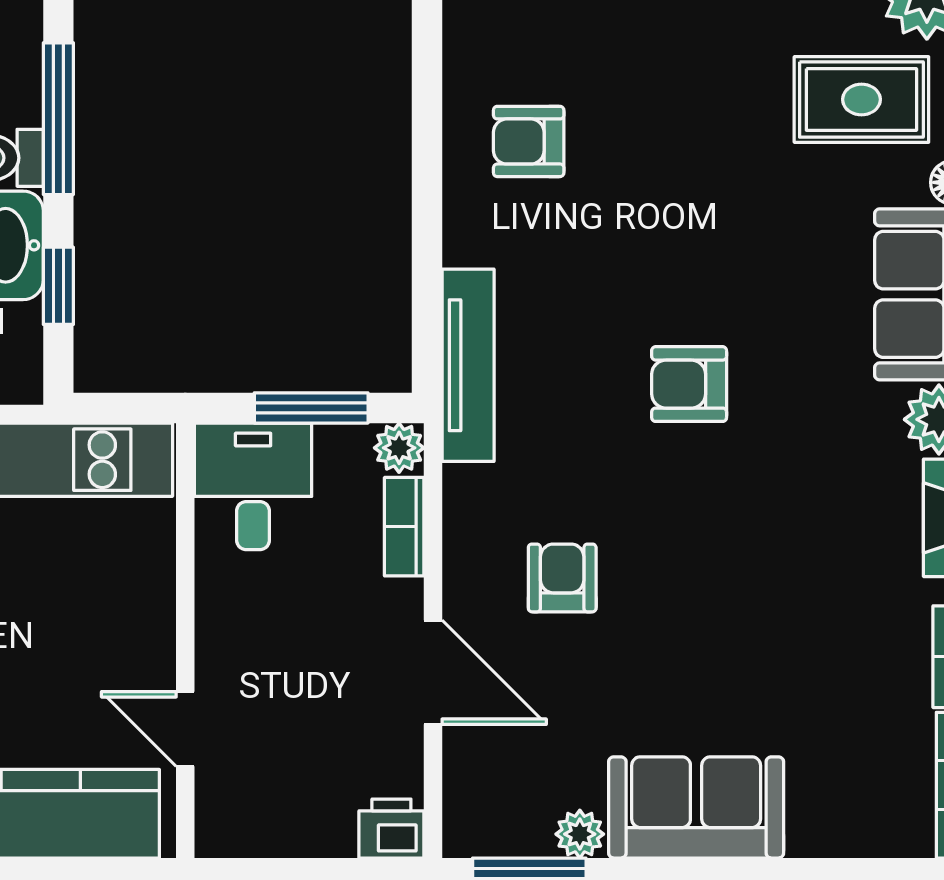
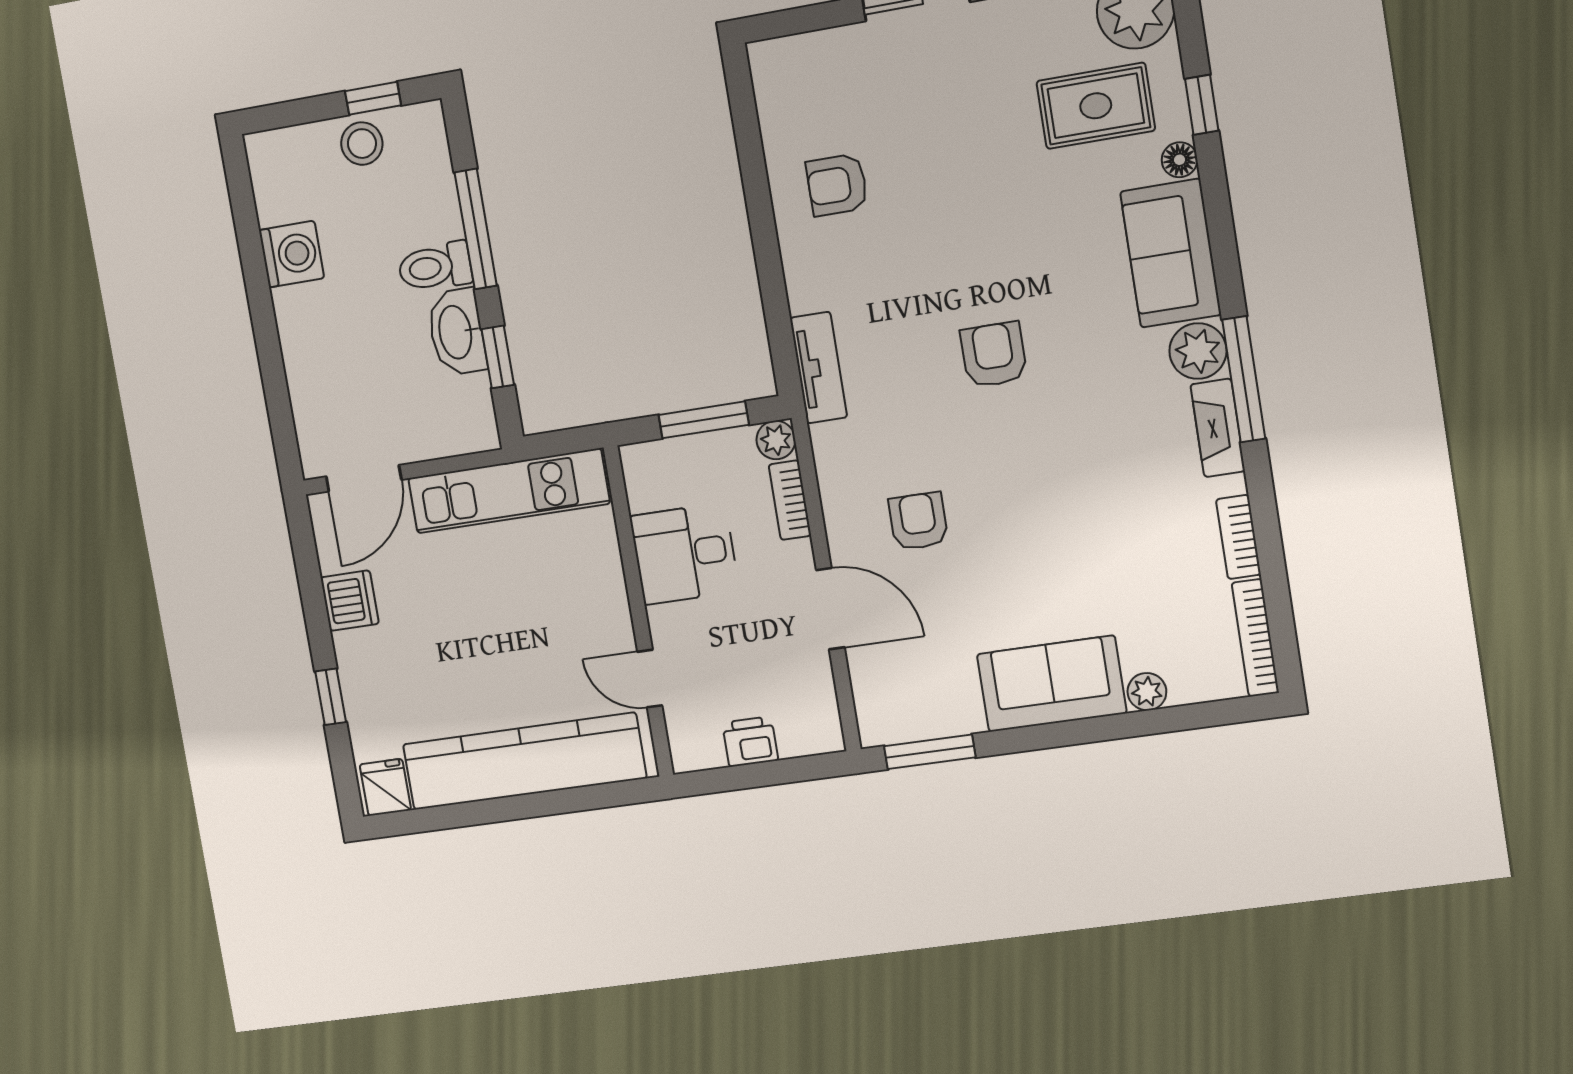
tv unit: (468, 365) -> (819, 368), width x0.71
armchair: (689, 384) -> (994, 355), turned 90
desk: (253, 486) -> (684, 554), moved, turned -90
printer: (391, 829) -> (750, 742), moved
plant: (580, 834) -> (1147, 692), moved

